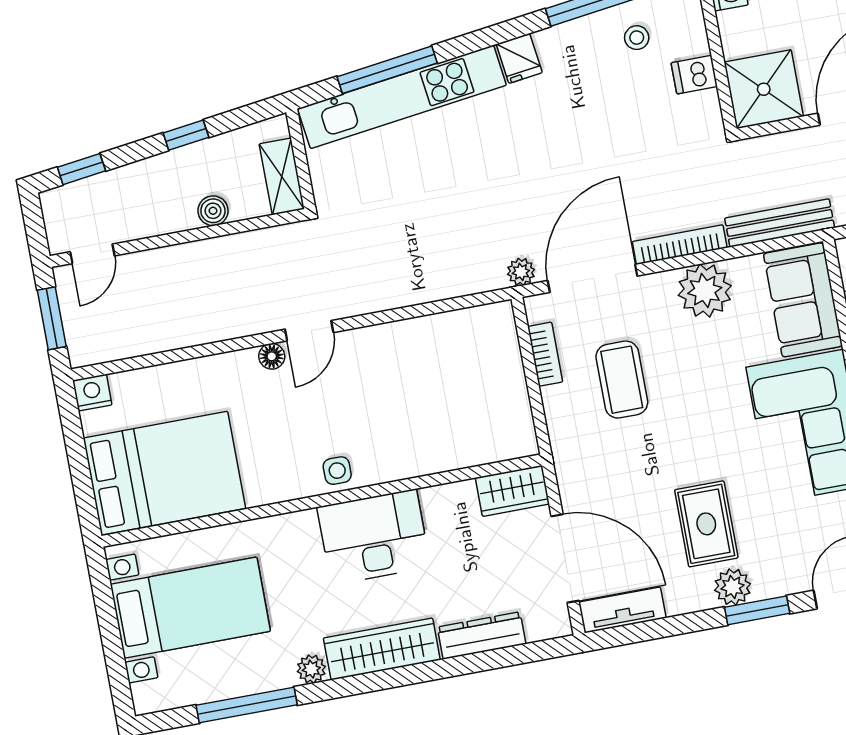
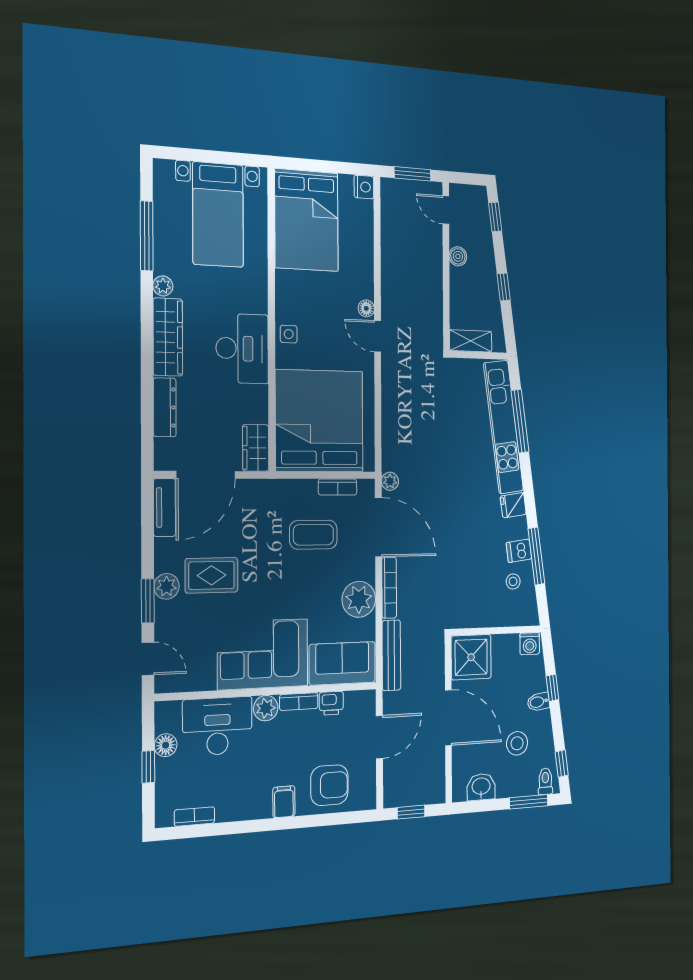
dishwasher: (694, 75) -> (519, 551), moved, turned -97
boiler: (213, 211) -> (458, 256), moved
bed: (454, 400) -> (319, 421), added

